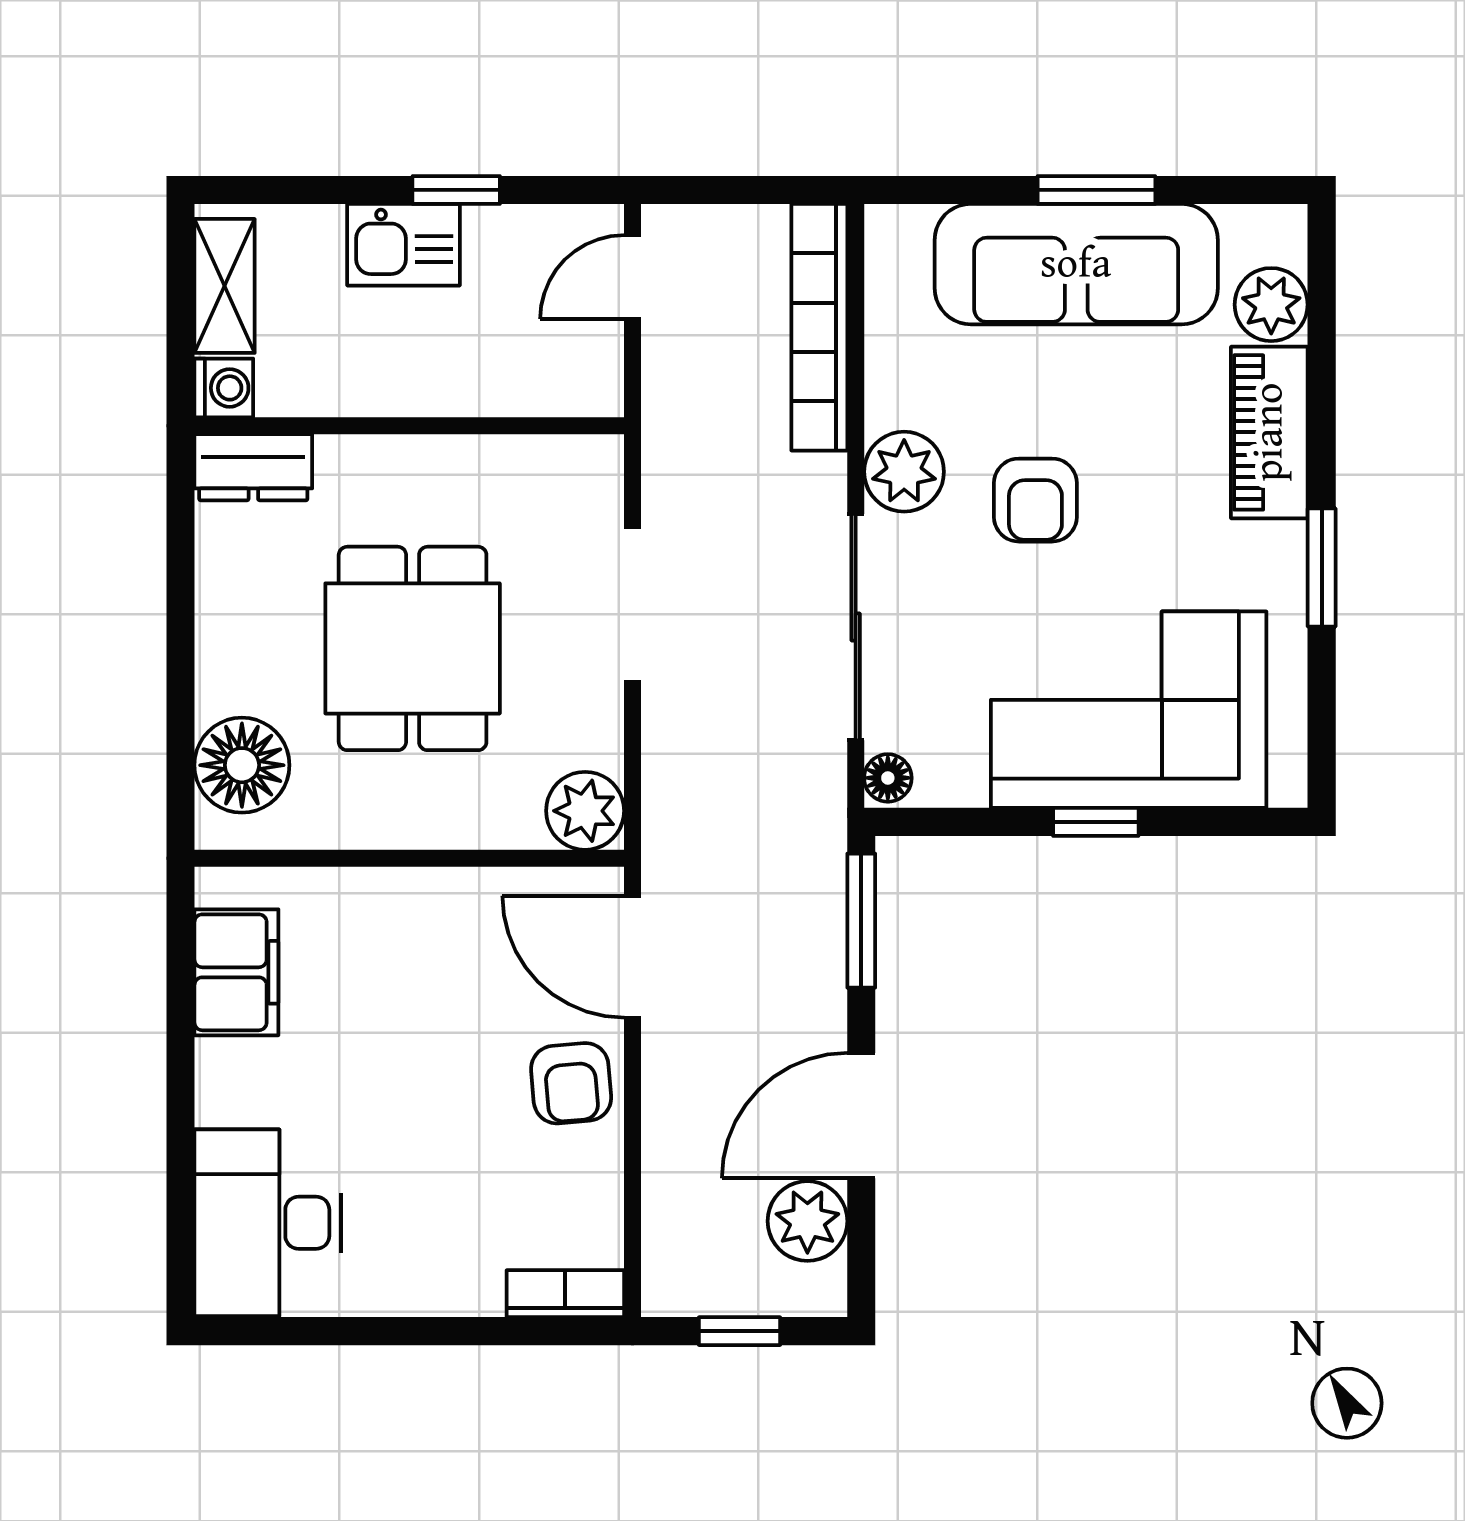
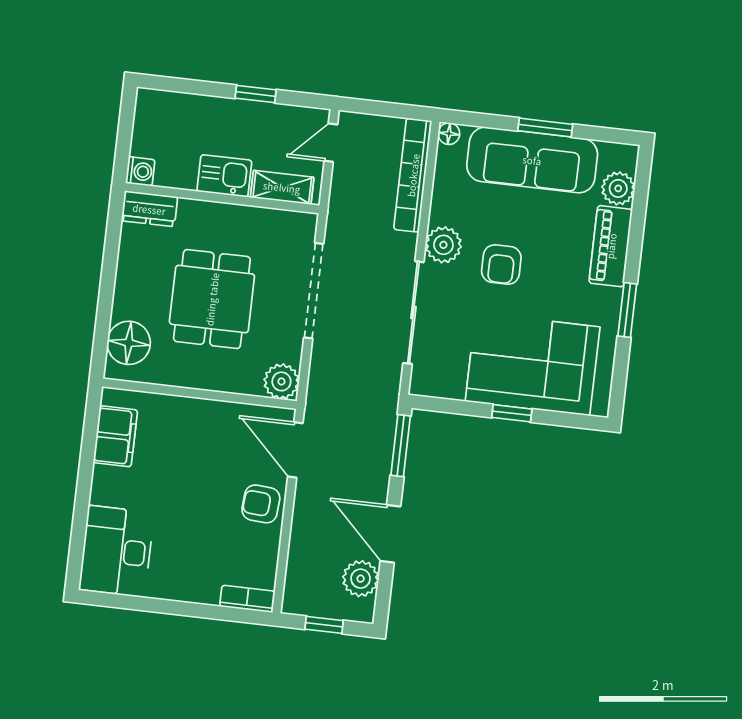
kitchen sink: (404, 245) -> (224, 176), moved, turned 180
shelving: (225, 286) -> (282, 187), moved, turned 90
doorway: (632, 605) -> (314, 291), width x1.36
floor lamp: (888, 778) -> (449, 134), moved
armchair: (571, 1083) -> (261, 504), turned 99
door: (861, 1116) -> (390, 534), hinge flipped

